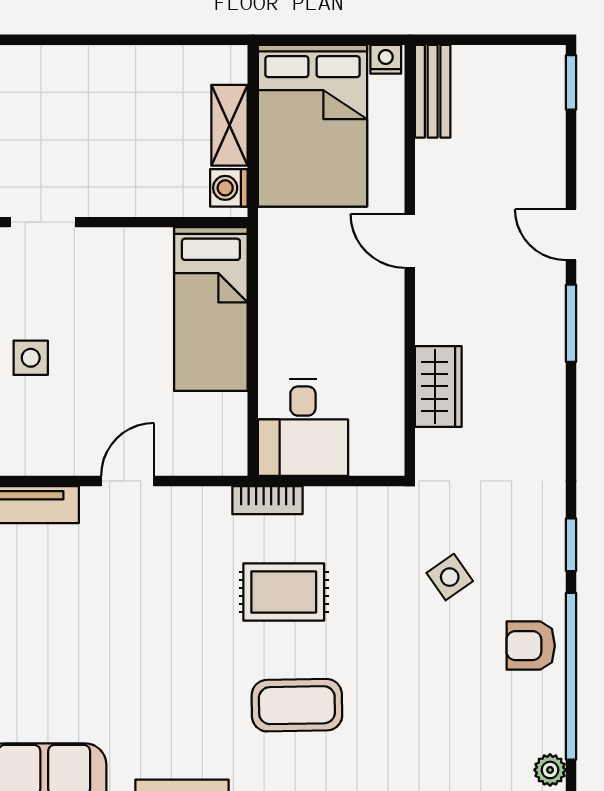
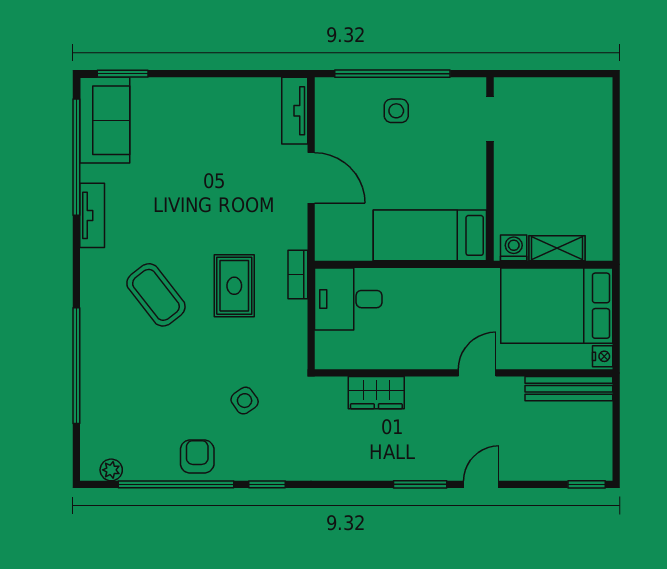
bench: (433, 91) -> (569, 389), width x1.36
door: (128, 481) -> (311, 178), width x1.38
coffee table: (297, 705) -> (156, 295), turned -37

